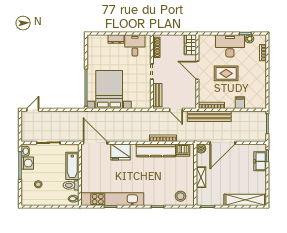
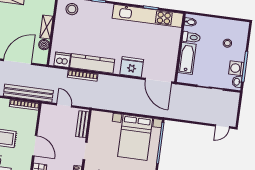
boiler: (201, 148) -> (44, 45), moved

